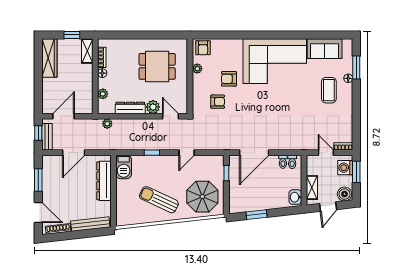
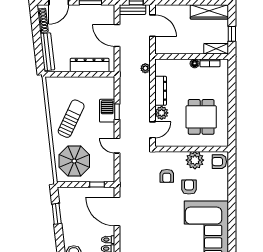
plant: (197, 69) -> (195, 160), width x1.88, depth x1.88
plant: (103, 94) -> (174, 64), removed
barbecue: (124, 167) -> (107, 111), moved, turned 90

